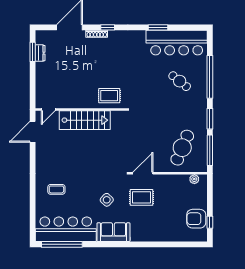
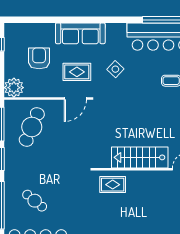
plant: (194, 179) -> (14, 88), width x1.87, depth x1.87
armchair: (196, 219) -> (39, 58), moved, turned -90
sofa: (113, 232) -> (80, 33), moved, width x1.36

